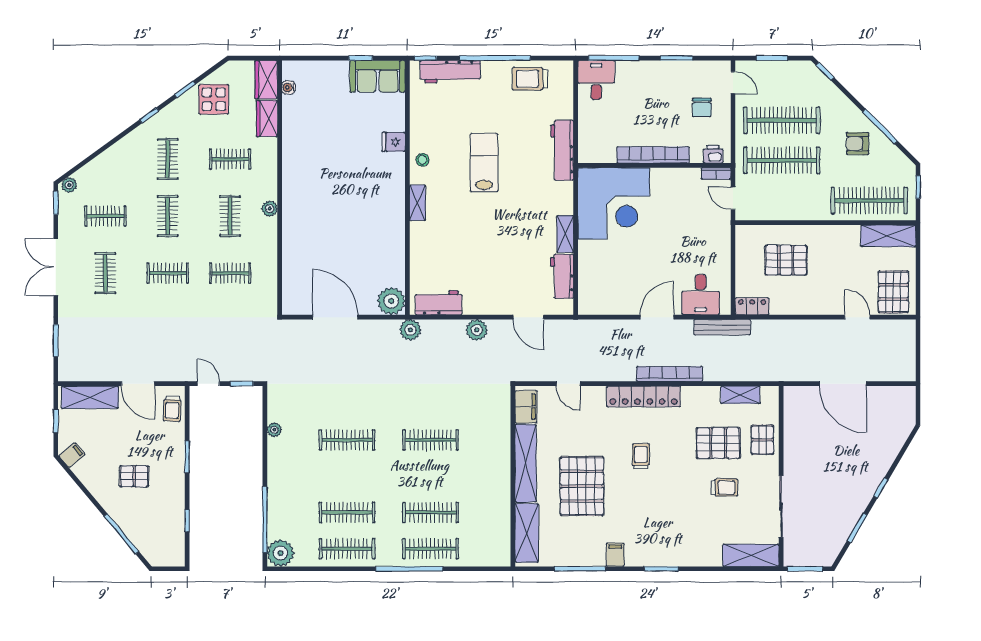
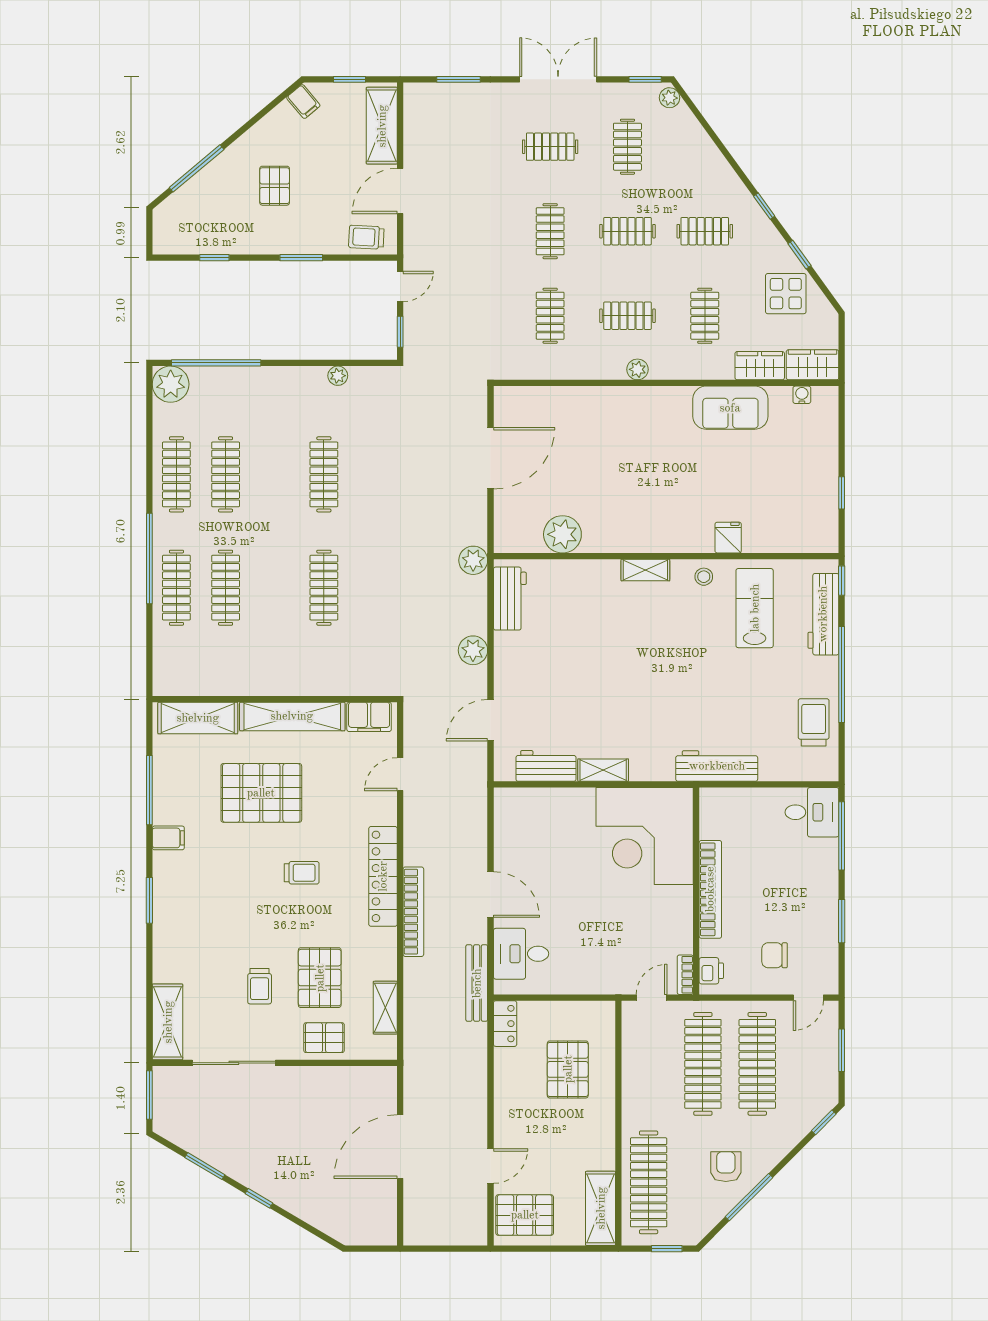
sofa: (378, 76) -> (730, 408), moved, turned -90
lab bench: (484, 163) -> (755, 608), moved, turned -90
plant: (391, 301) -> (562, 534), moved

